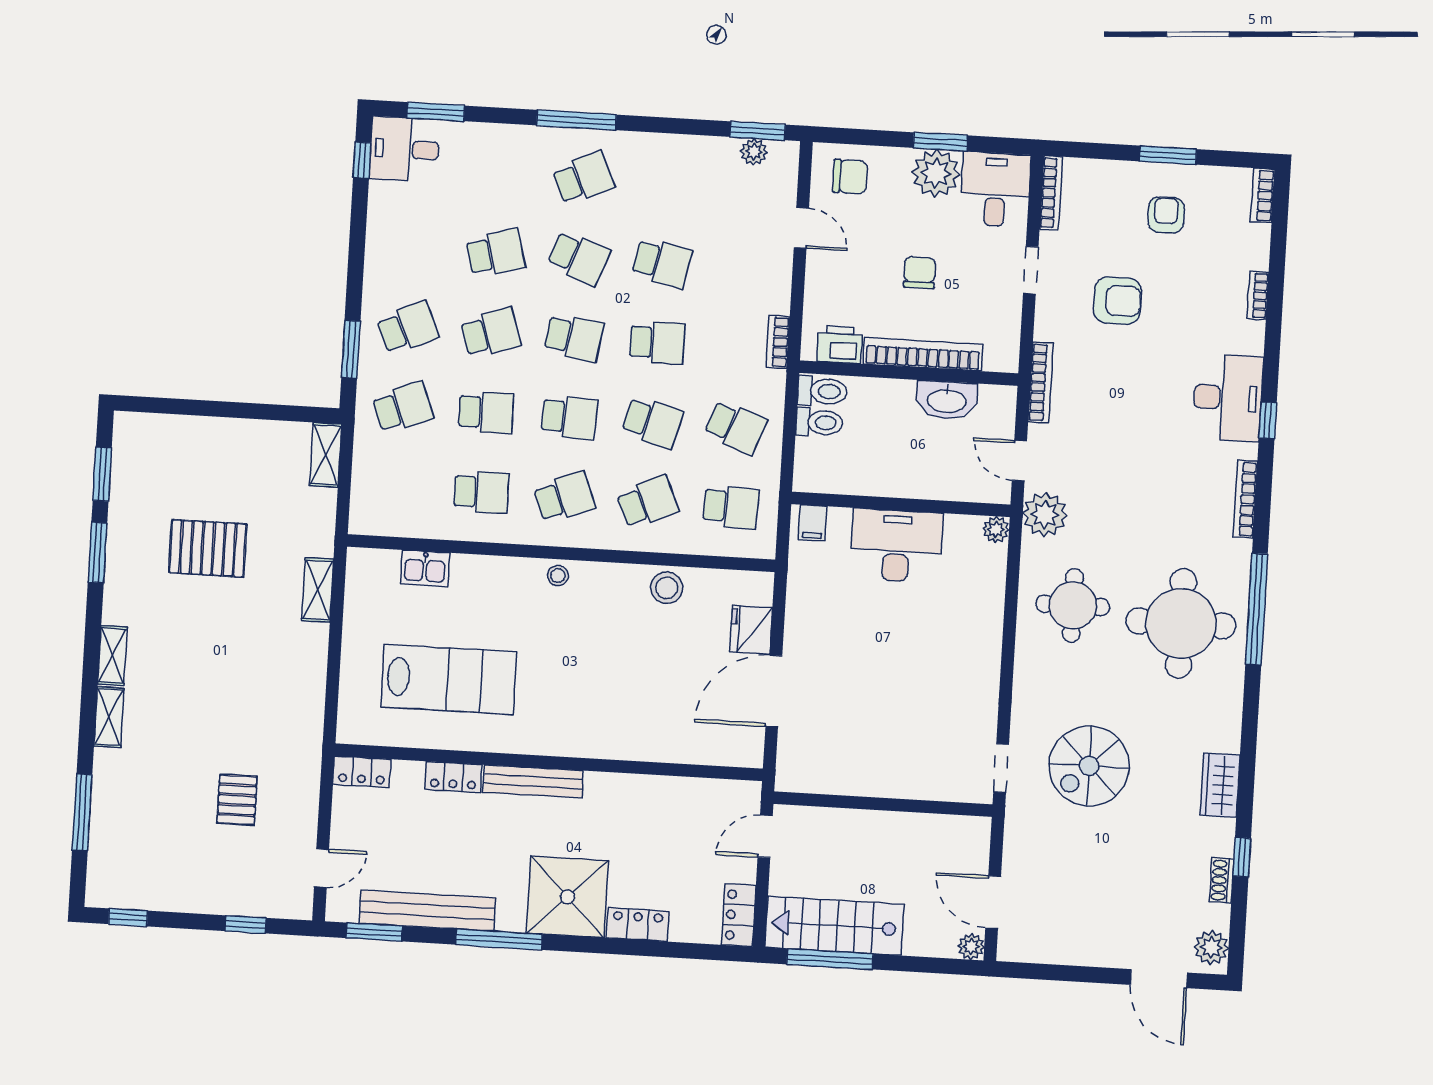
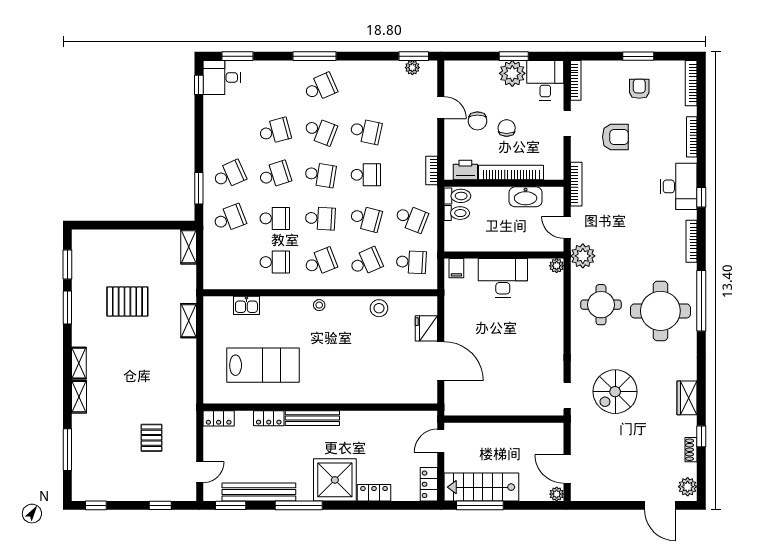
chair: (850, 177) -> (477, 121), moved, turned 90
bookcase: (1263, 195) -> (691, 83), width x1.56
bookcase: (1258, 295) -> (692, 137), width x1.56
door: (774, 691) -> (441, 361), swing flipped

